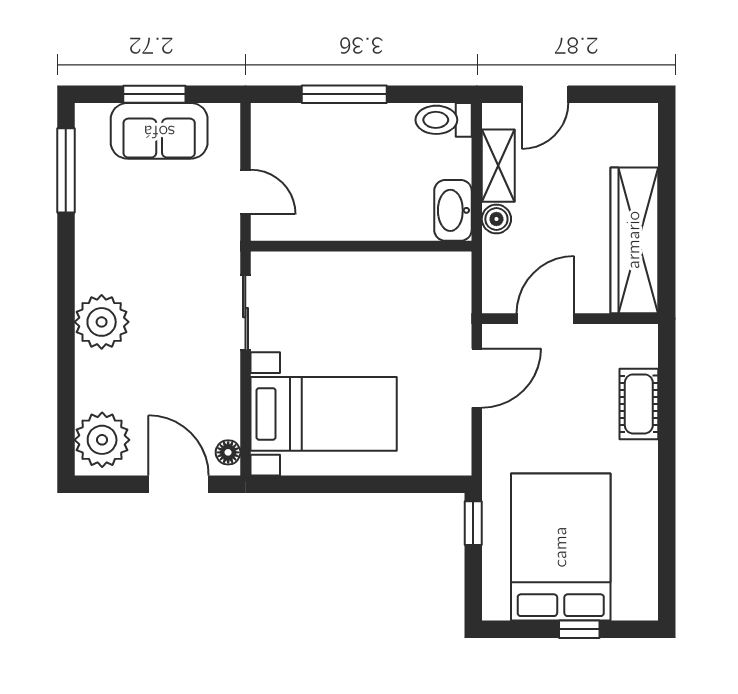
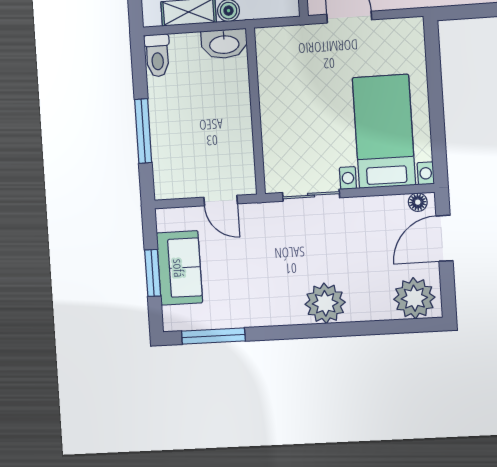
door: (245, 192) -> (221, 201), swing flipped
window: (473, 523) -> (460, 12), removed

